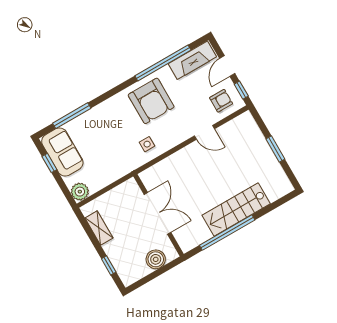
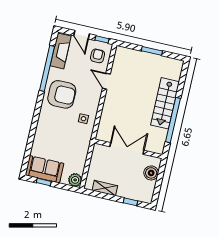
window: (72, 116) -> (29, 146), removed
door: (204, 132) -> (106, 81), swing flipped

